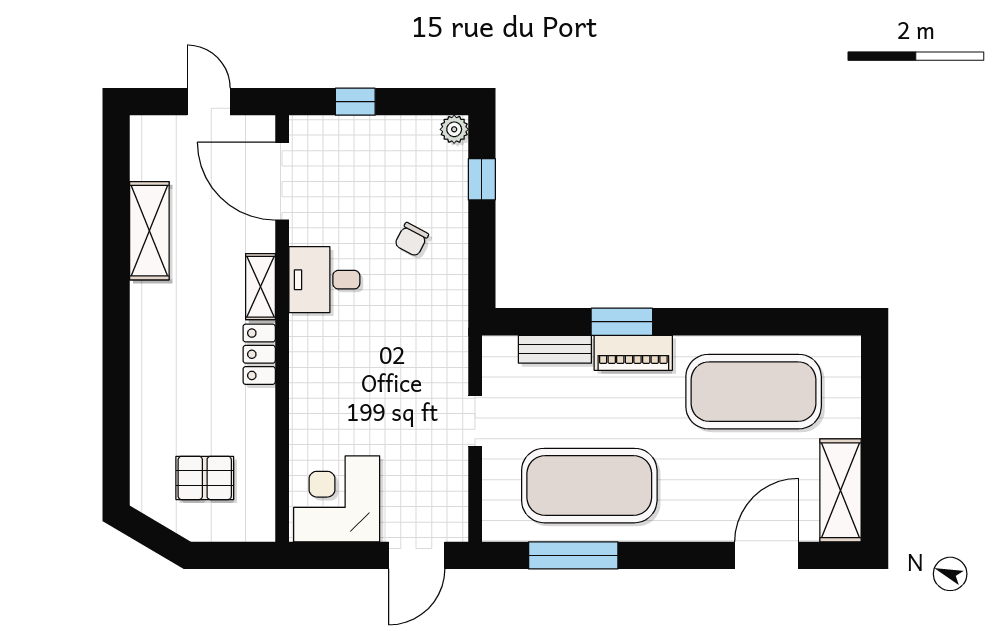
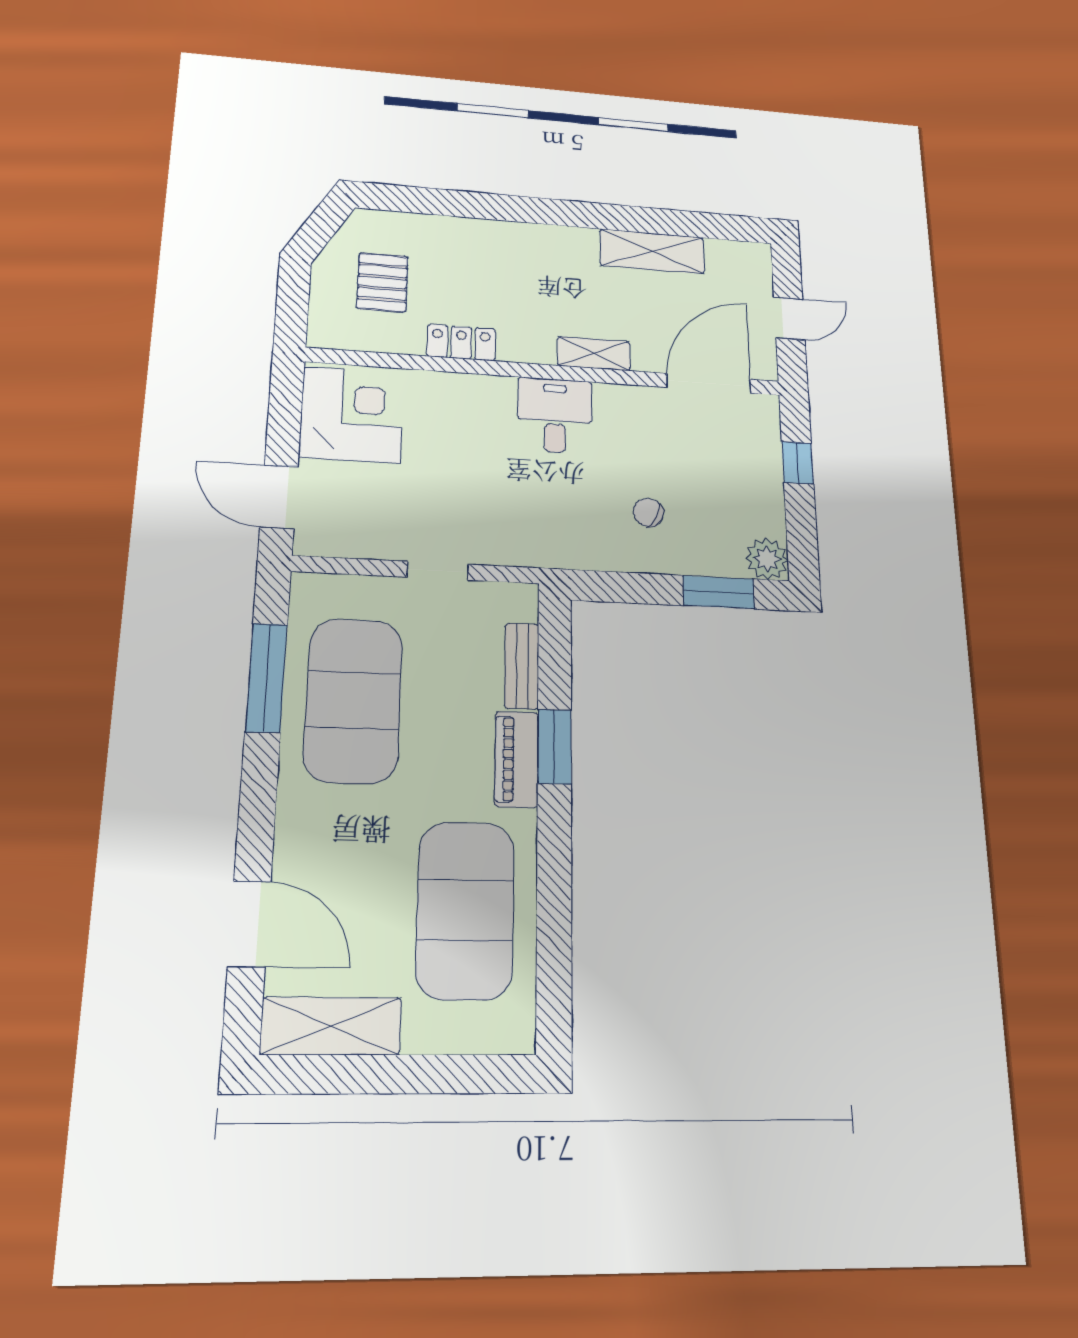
plant: (454, 129) -> (767, 559), width x1.38, depth x1.38
window: (482, 179) -> (718, 592), width x1.50
desk: (324, 280) -> (555, 415), moved
locker: (259, 354) -> (461, 343), moved

